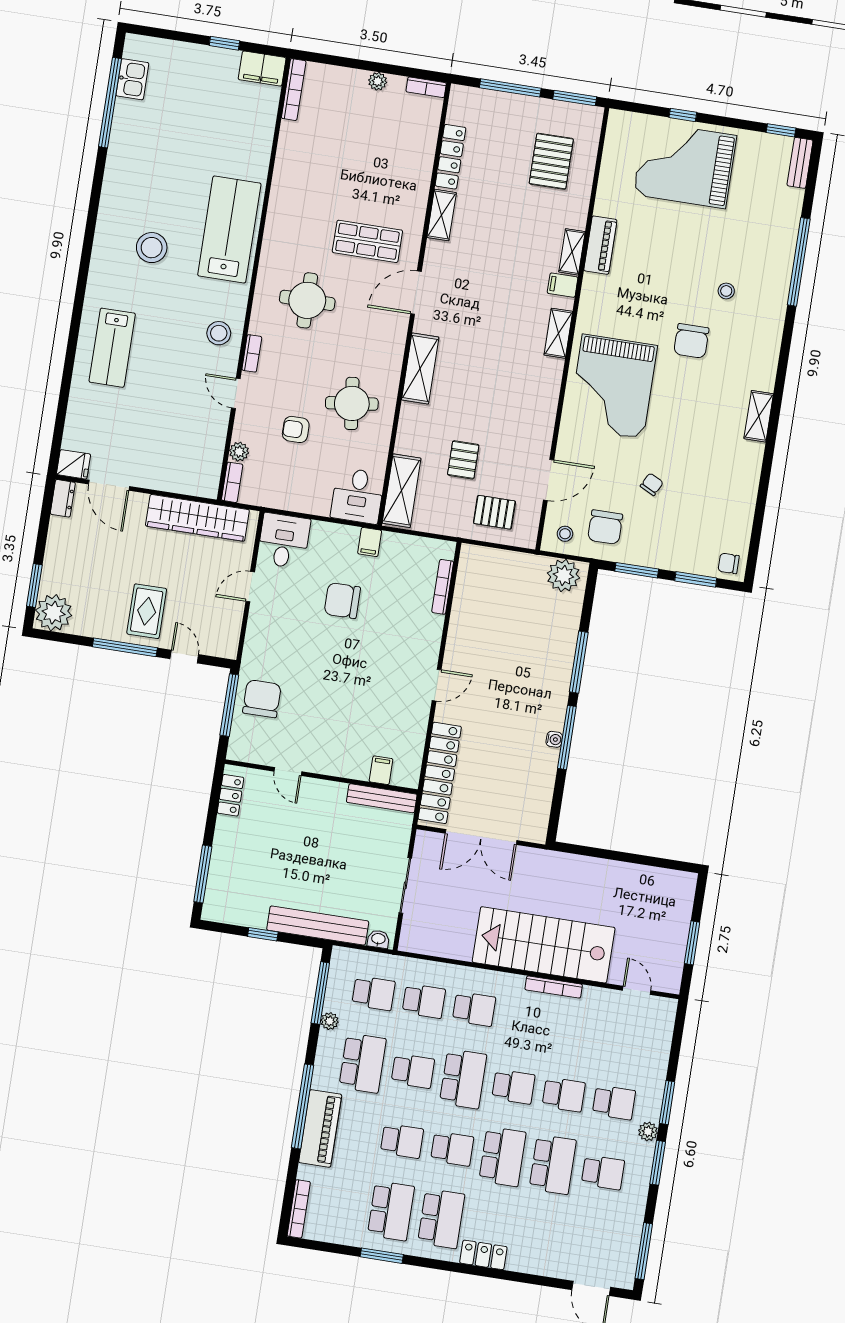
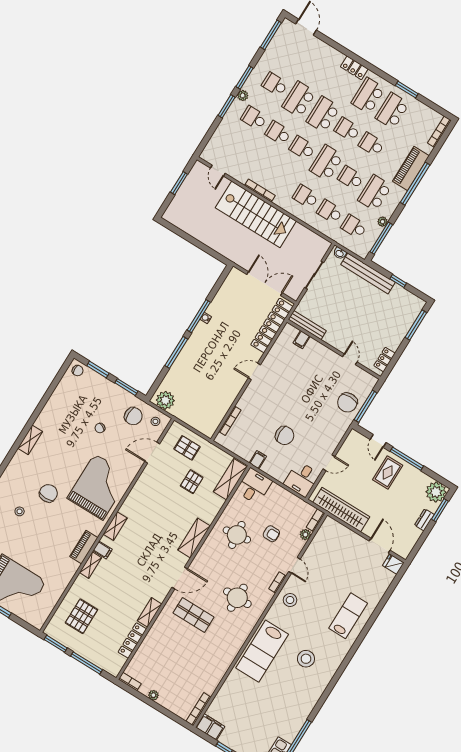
piano: (600, 245) -> (84, 547), moved
dresser: (63, 498) -> (424, 520), moved
chair: (605, 527) -> (133, 416), turned 92

